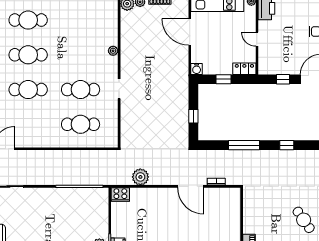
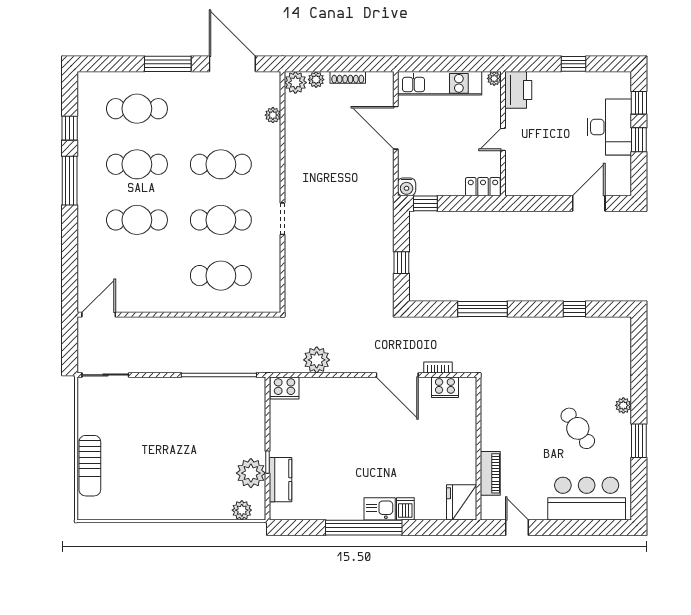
door: (257, 39) -> (503, 139), hinge flipped
plant: (113, 51) -> (273, 115), moved
cafe table: (81, 55) -> (221, 164), added
window: (224, 79) -> (425, 203), moved
window: (283, 79) -> (545, 203), removed
window: (287, 145) -> (574, 309), moved
cooker: (221, 194) -> (445, 387), added

